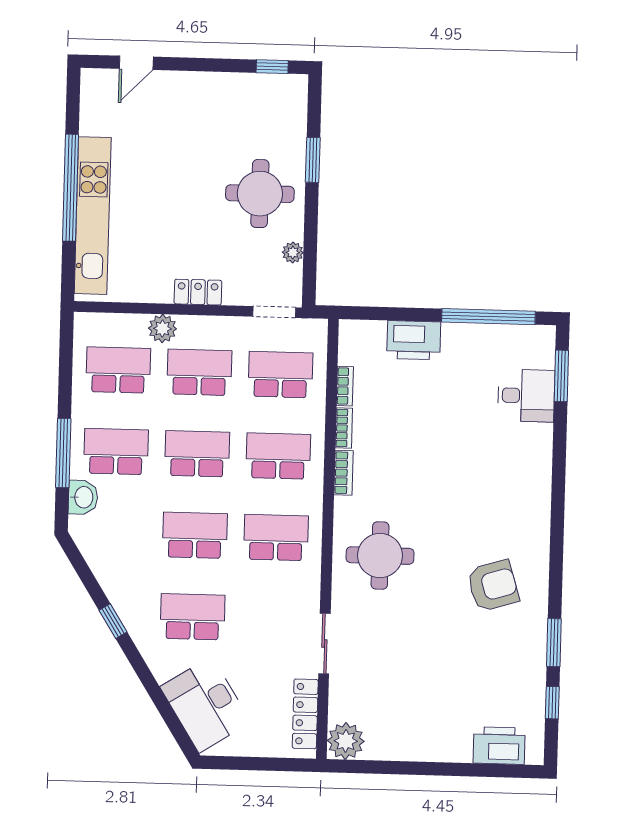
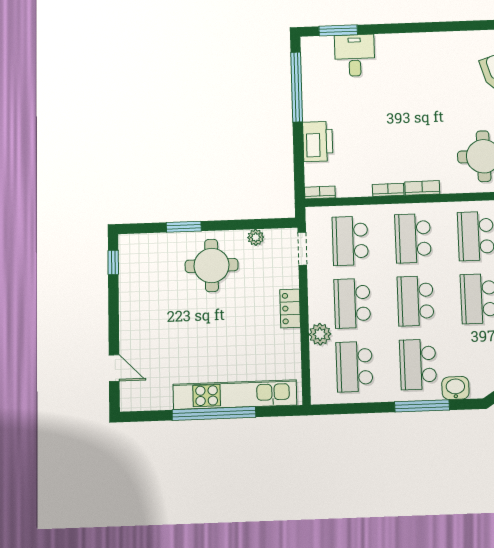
bookcase: (345, 386) -> (320, 192), moved

